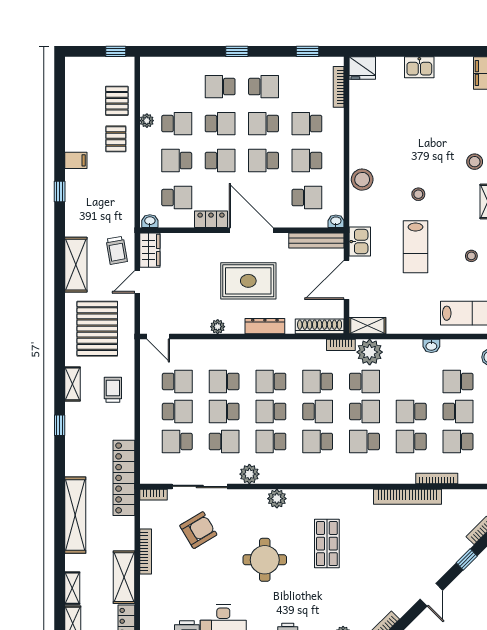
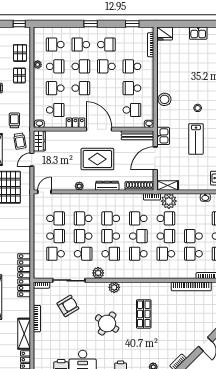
school desk: (264, 161) -> (55, 45), moved
door: (158, 337) -> (44, 192), swing flipped
trolley: (113, 390) -> (14, 120), moved
school desk: (271, 441) -> (111, 254), turned 180
round table: (265, 560) -> (107, 323), turned 33

